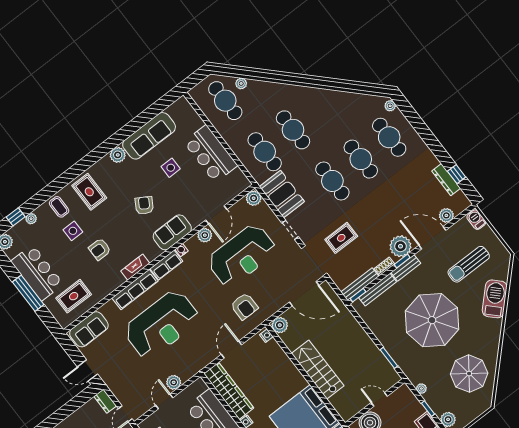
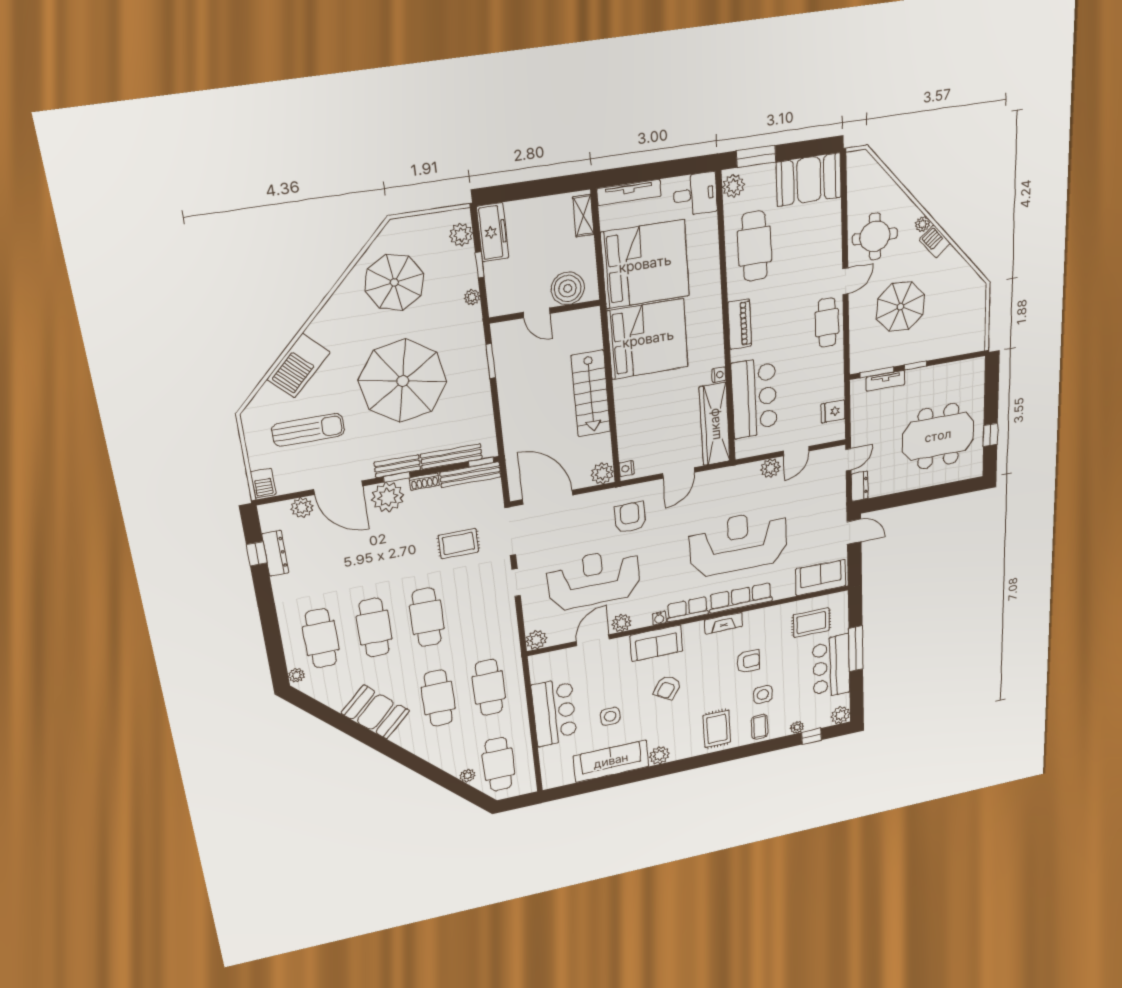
booth: (282, 194) -> (375, 712), moved, turned -45

